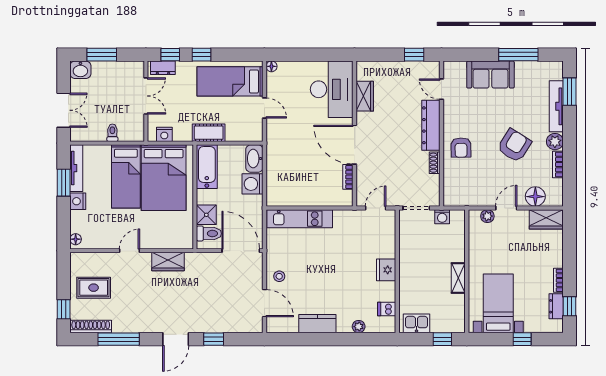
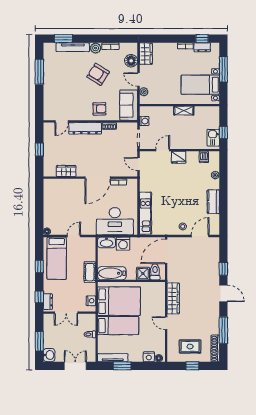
window: (201, 55) -> (39, 267), moved
window: (414, 55) -> (39, 149), moved
sofa: (490, 75) -> (129, 105), moved, turned 180
desk: (332, 89) -> (115, 221), moved, turned 180
double door: (146, 96) -> (66, 313), swing flipped
nightstand: (78, 201) -> (149, 357), moved
door: (397, 245) -> (163, 150), added
wardrobe: (168, 262) -> (173, 298), width x1.50
rug: (94, 288) -> (190, 346), turned 90
window: (64, 309) -> (192, 366), moved
window: (442, 339) -> (223, 132), moved
window: (522, 339) -> (223, 69), width x2.17

